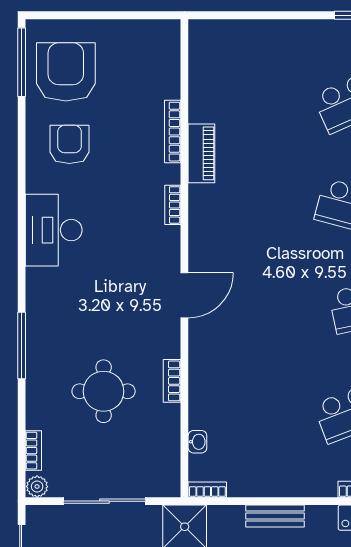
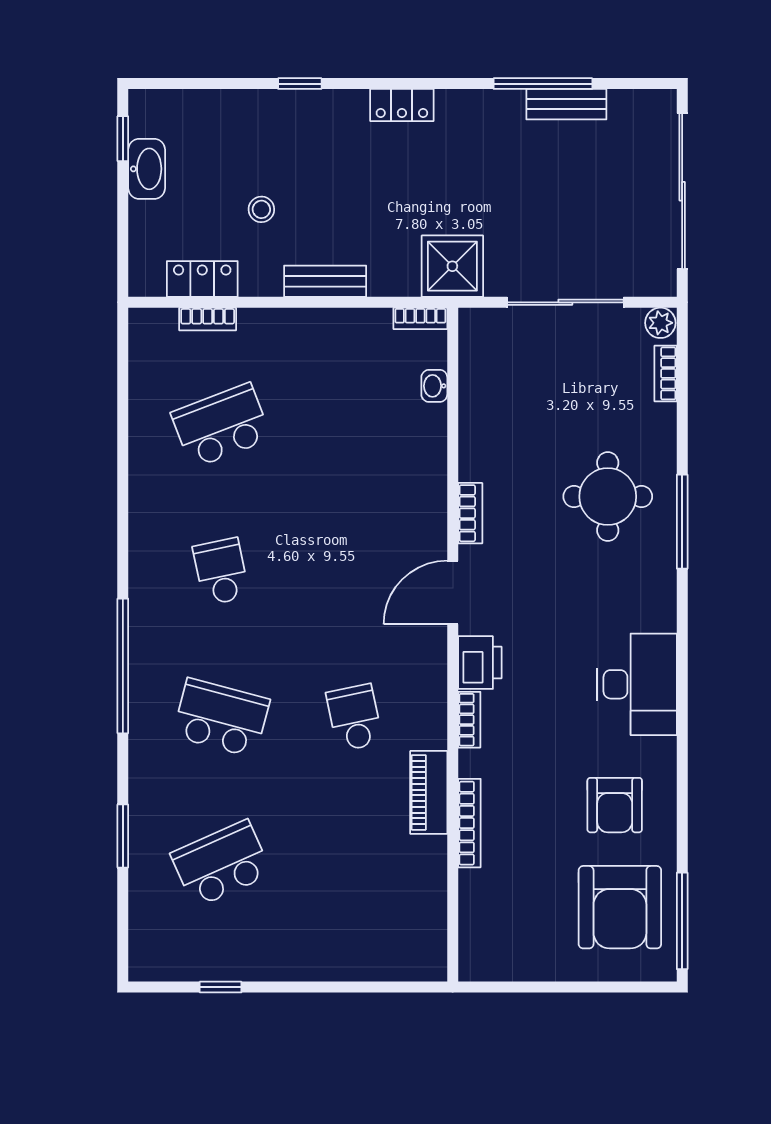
school desk: (254, 206) -> (354, 718), added
printer: (165, 245) -> (480, 663), added
bookcase: (172, 381) -> (470, 513), moved
round table: (104, 391) -> (608, 497), moved

